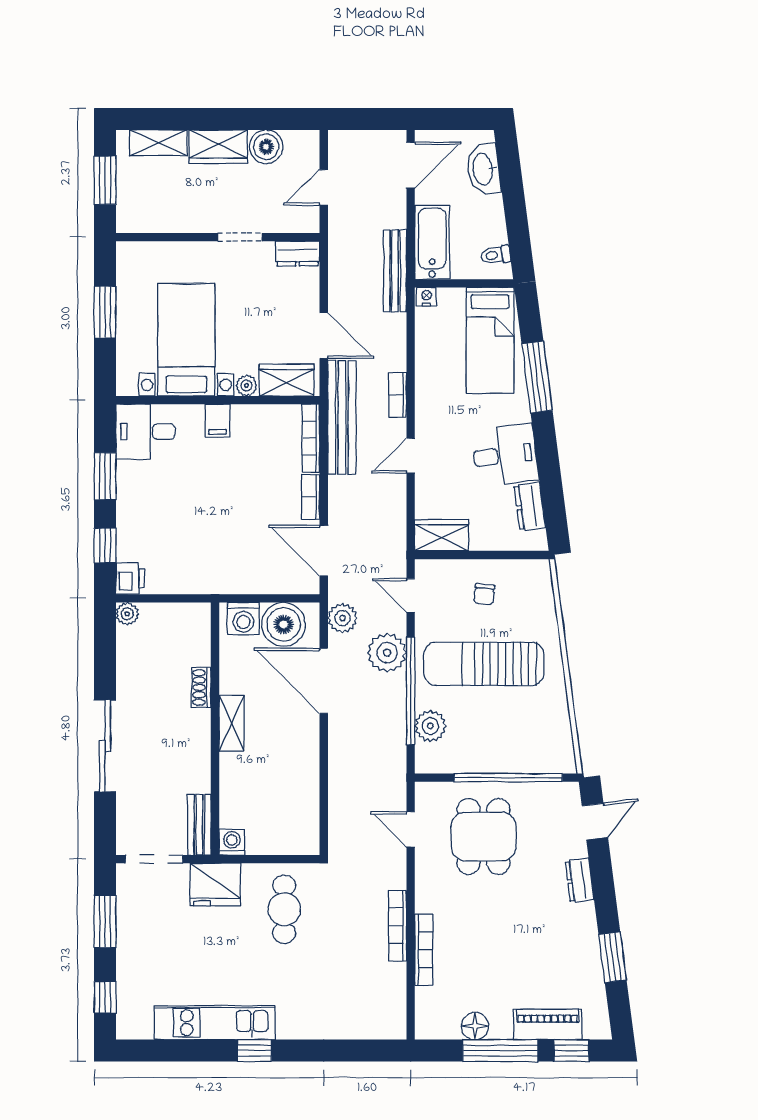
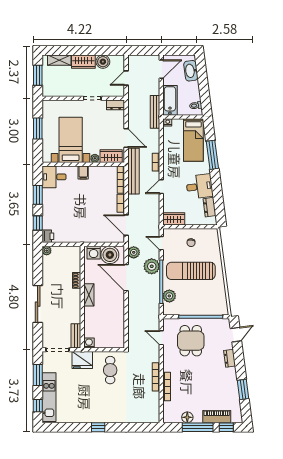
kitchen unit: (215, 1023) -> (49, 397), moved, turned 90

